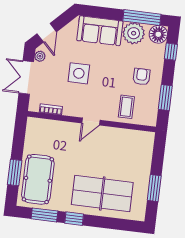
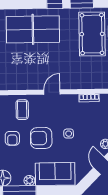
plant: (134, 33) -> (29, 181), width x0.53, depth x0.53
side table: (79, 73) -> (69, 134), width x0.54, depth x0.54
armchair: (110, 73) -> (41, 138), added

